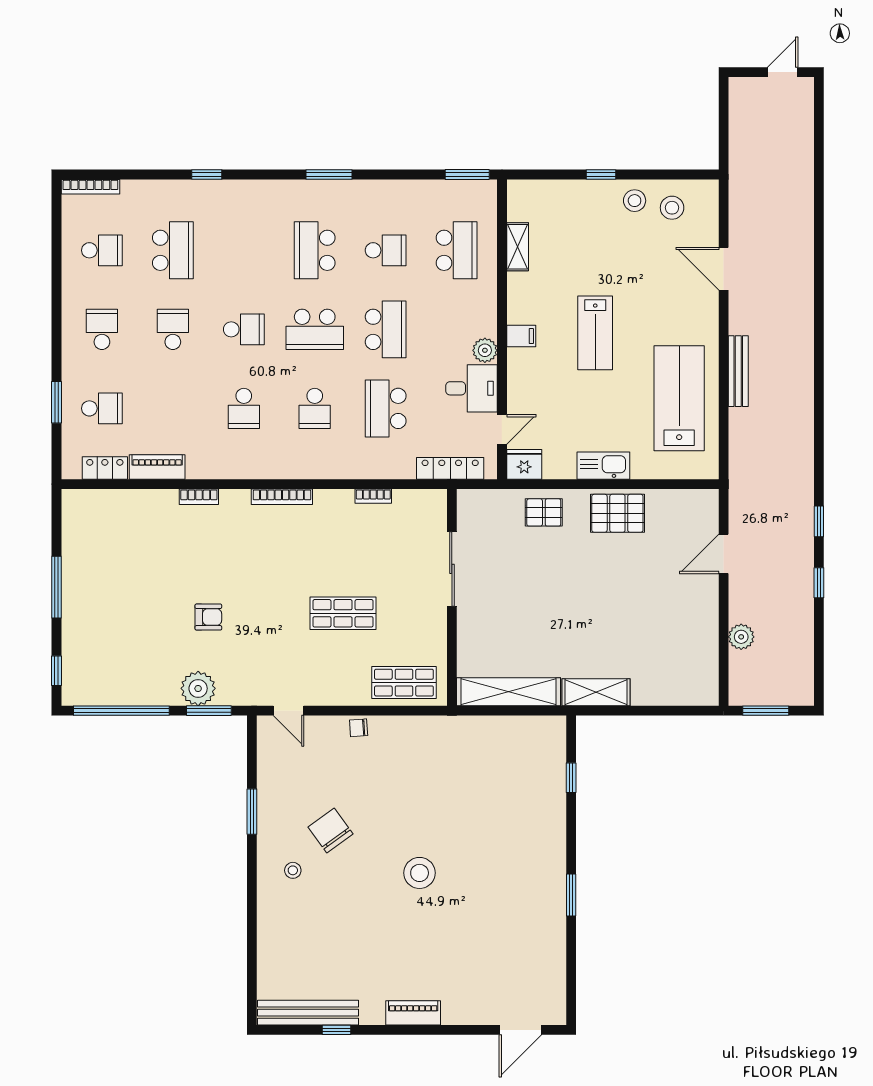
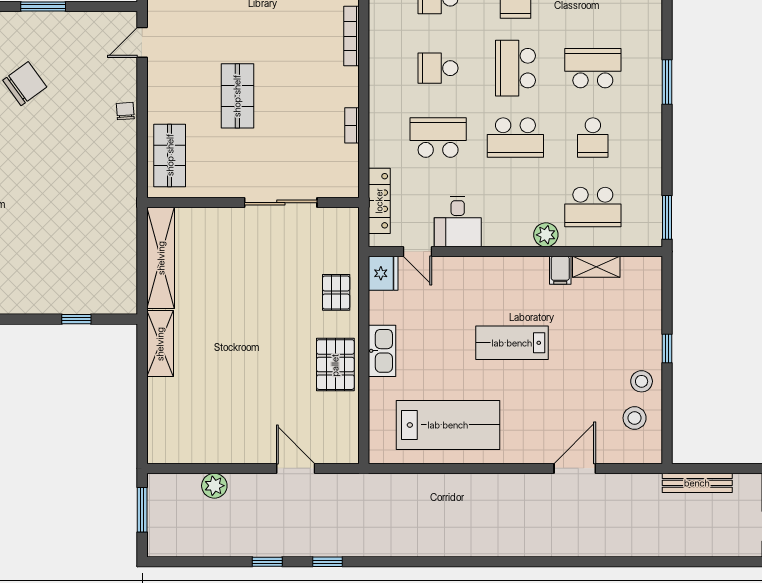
filing cabinet: (521, 336) -> (560, 270), moved
plant: (485, 350) -> (546, 235), moved
bench: (738, 371) -> (697, 483), moved

